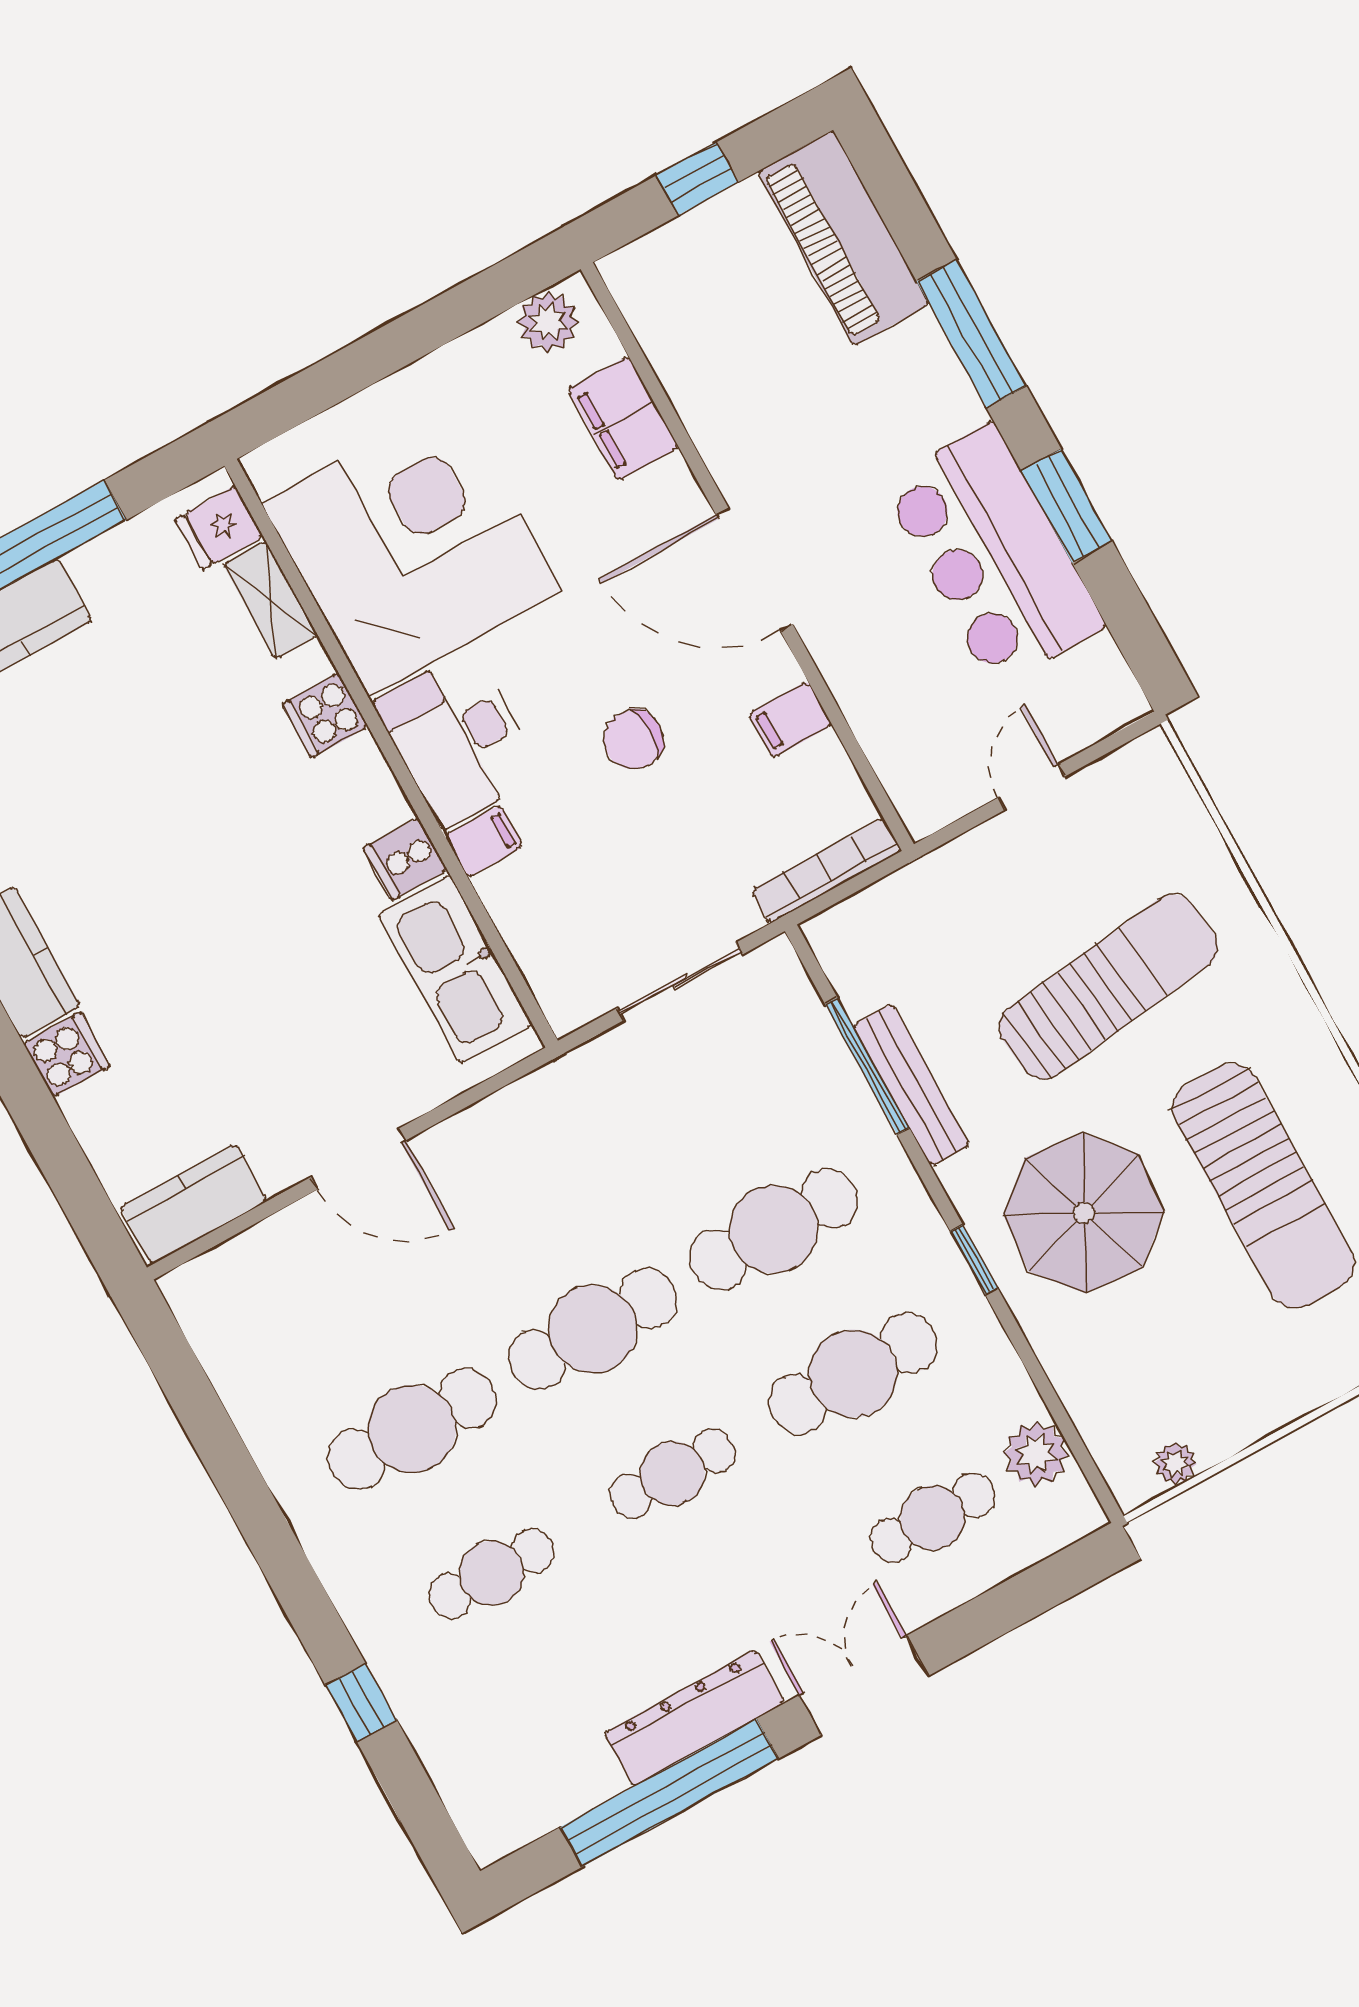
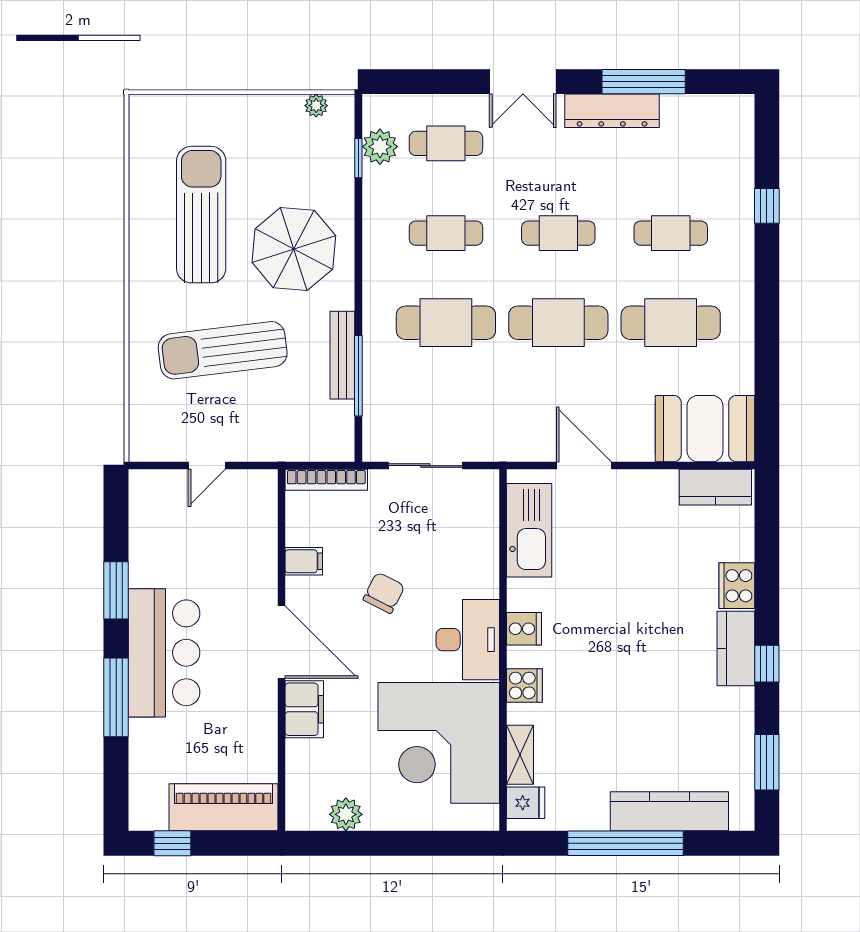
window: (697, 179) -> (172, 843), moved
piano: (843, 238) -> (223, 807), moved, turned -90
plant: (548, 322) -> (346, 814), moved
filing cabinet: (623, 418) -> (304, 709), moved
bar counter: (993, 555) -> (164, 653), moved
chair: (633, 740) -> (384, 593), turned -63
filing cabinet: (484, 841) -> (482, 584), removed
cooker: (405, 859) -> (524, 629), moved
cooker: (67, 1055) -> (737, 586), width x1.36
door: (358, 1159) -> (584, 466), moved
window: (974, 1260) -> (358, 158), moved
booth: (263, 1289) -> (705, 429), added
cafe table: (853, 1374) -> (446, 233), width x0.73, depth x0.74
window: (670, 1793) -> (644, 82), width x0.68

